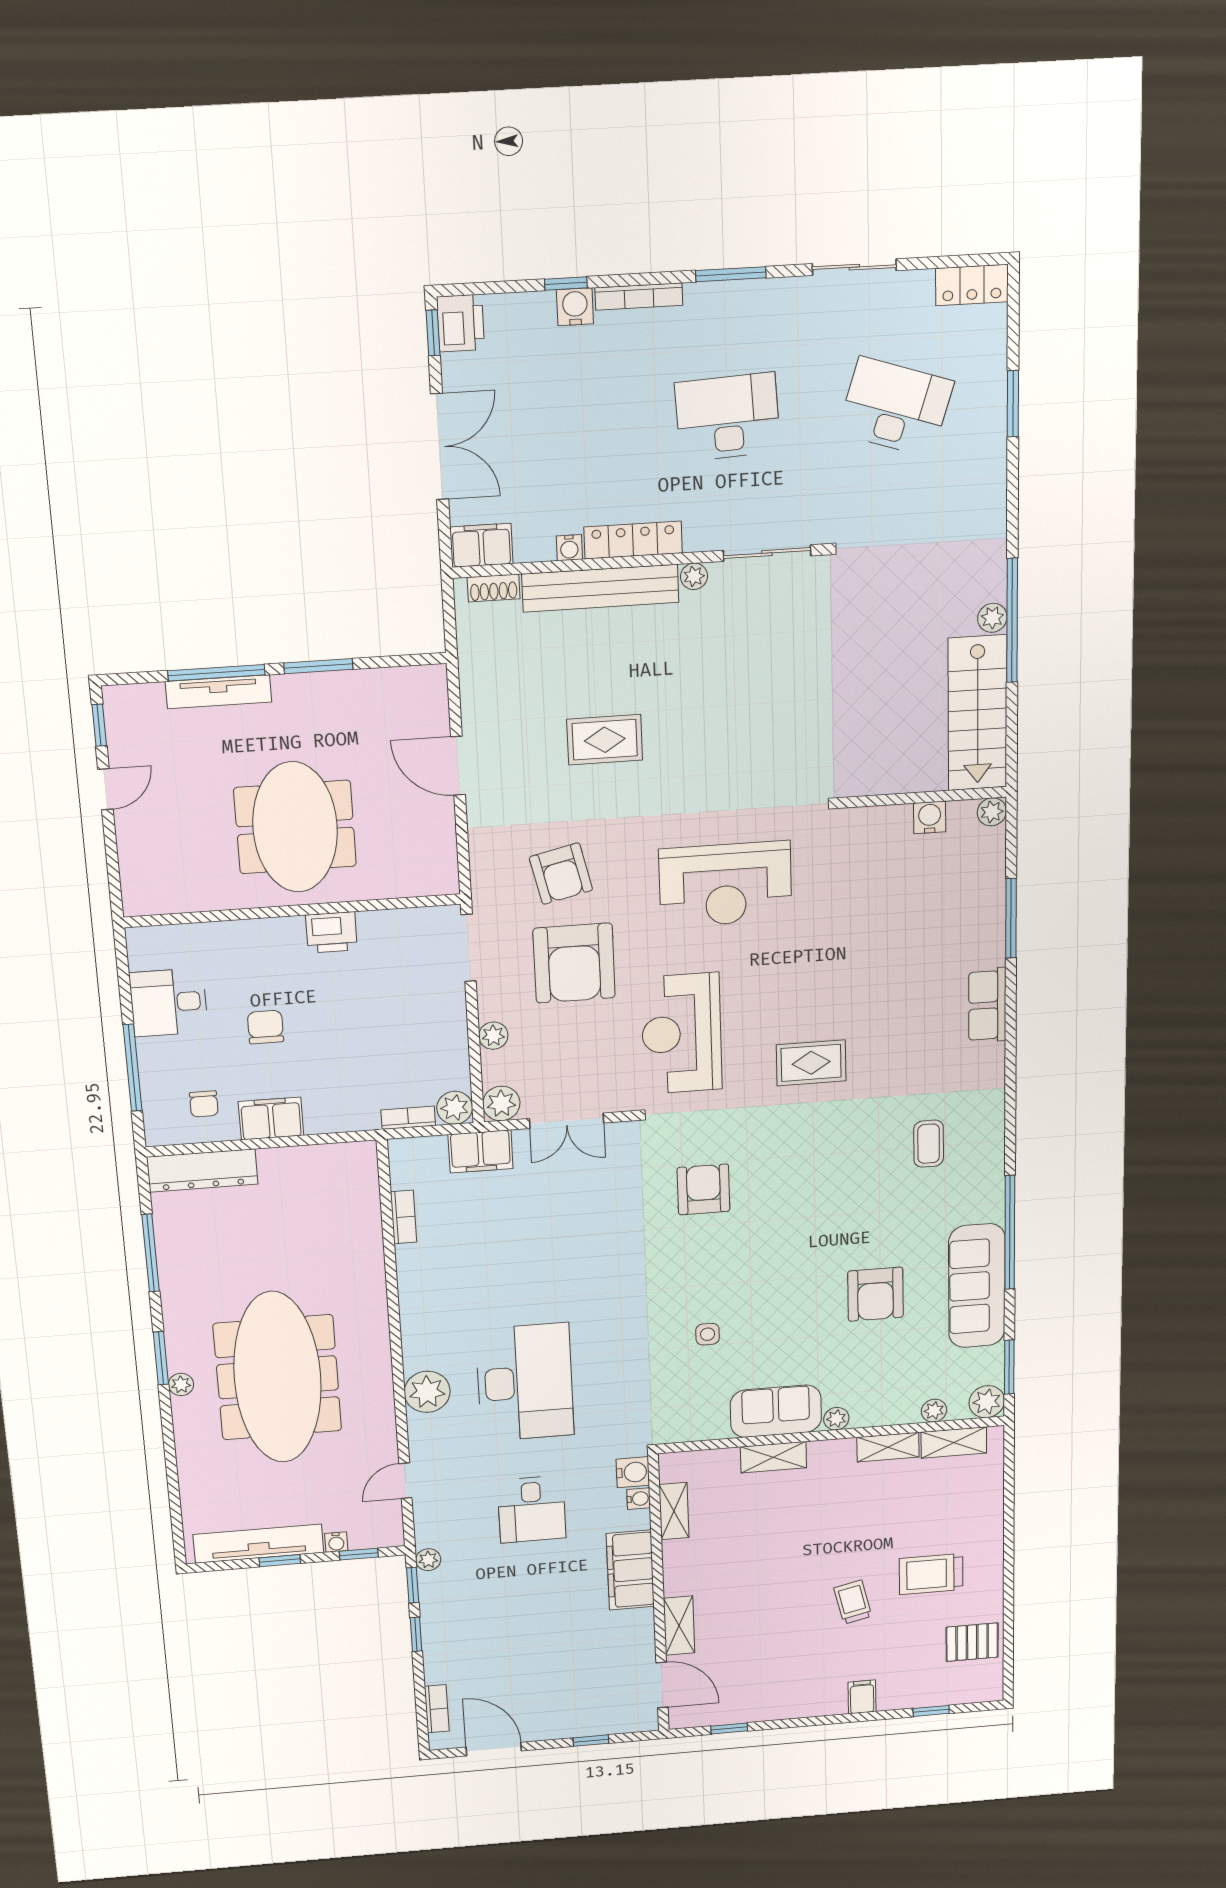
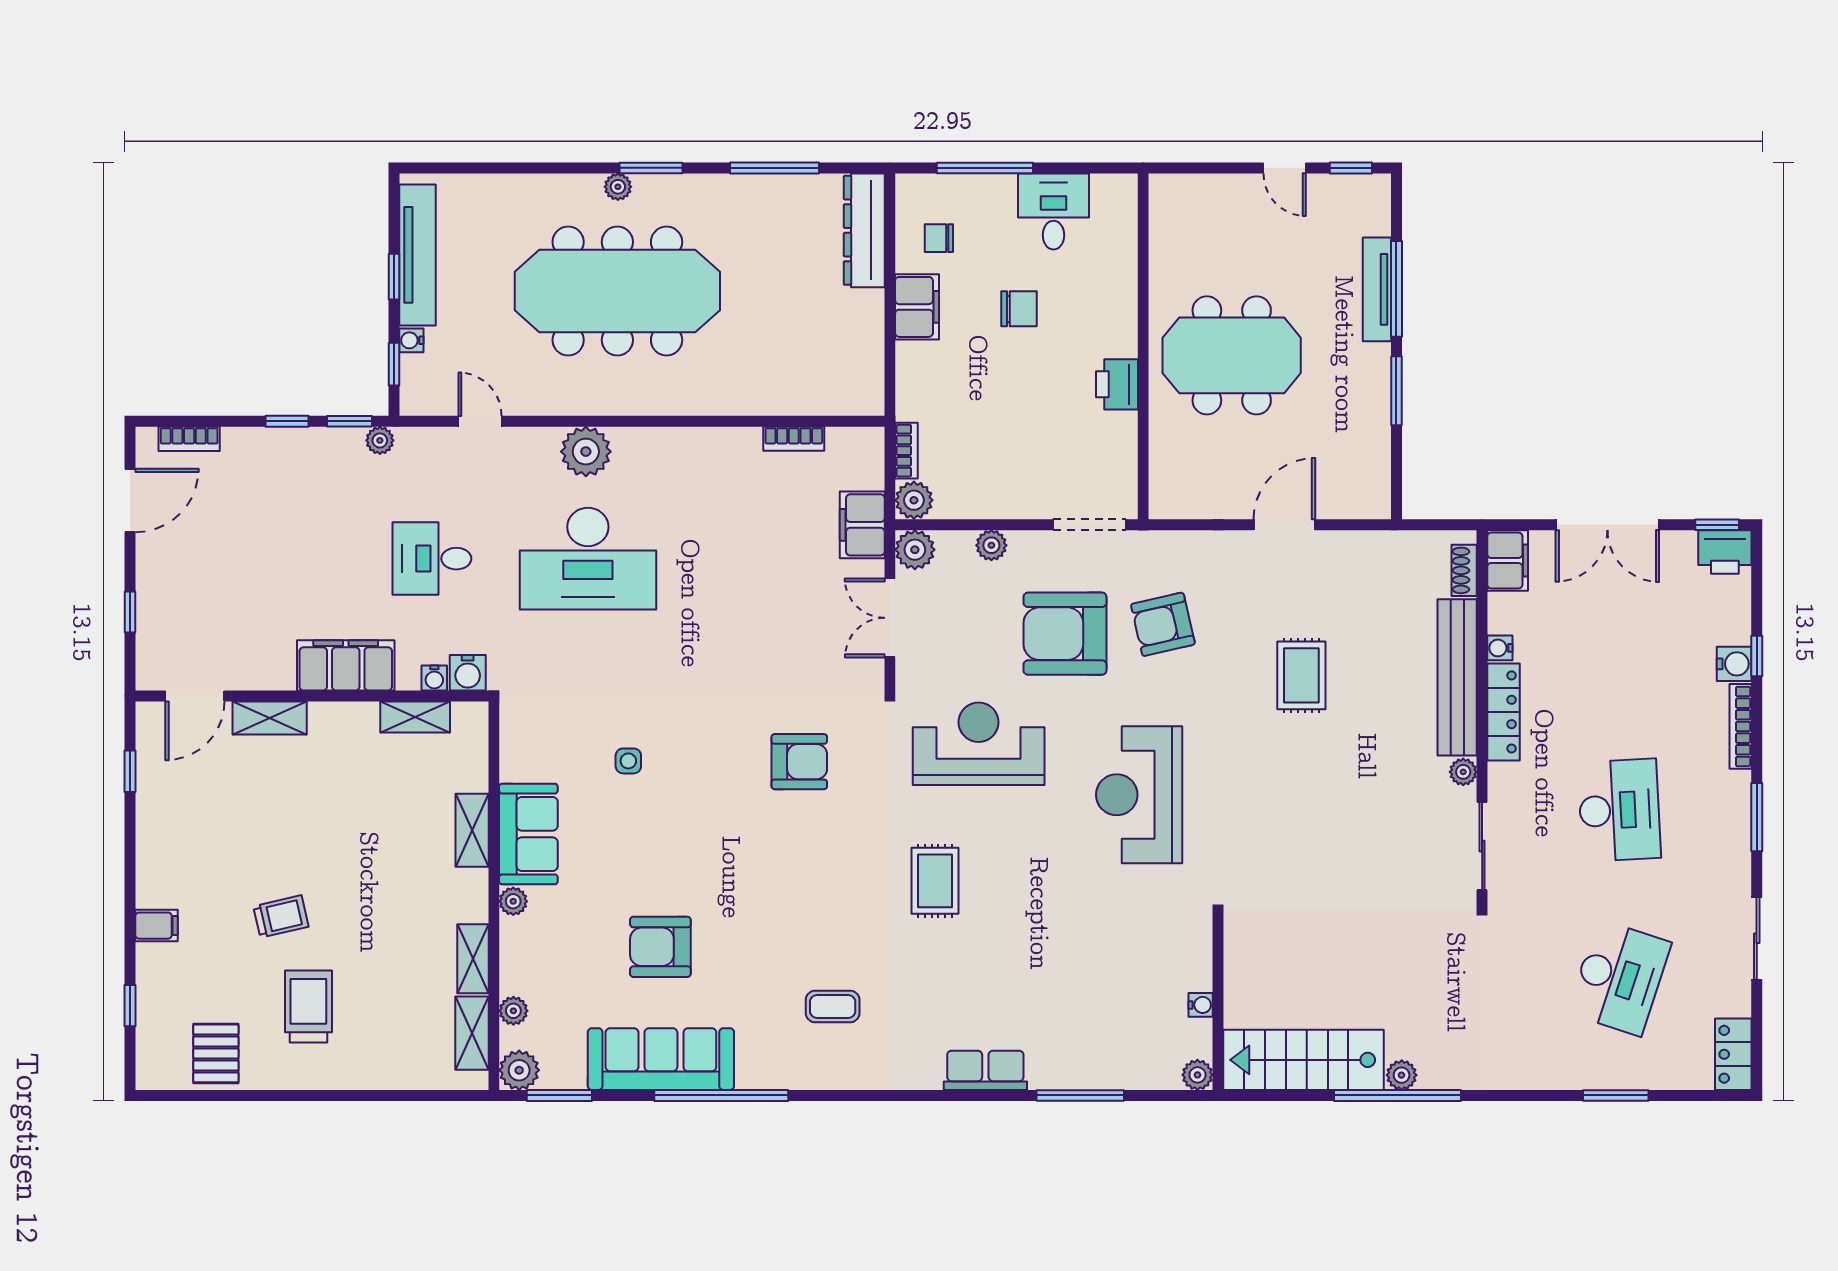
water cooler: (930, 817) -> (1201, 1005), width x0.72, depth x0.72

